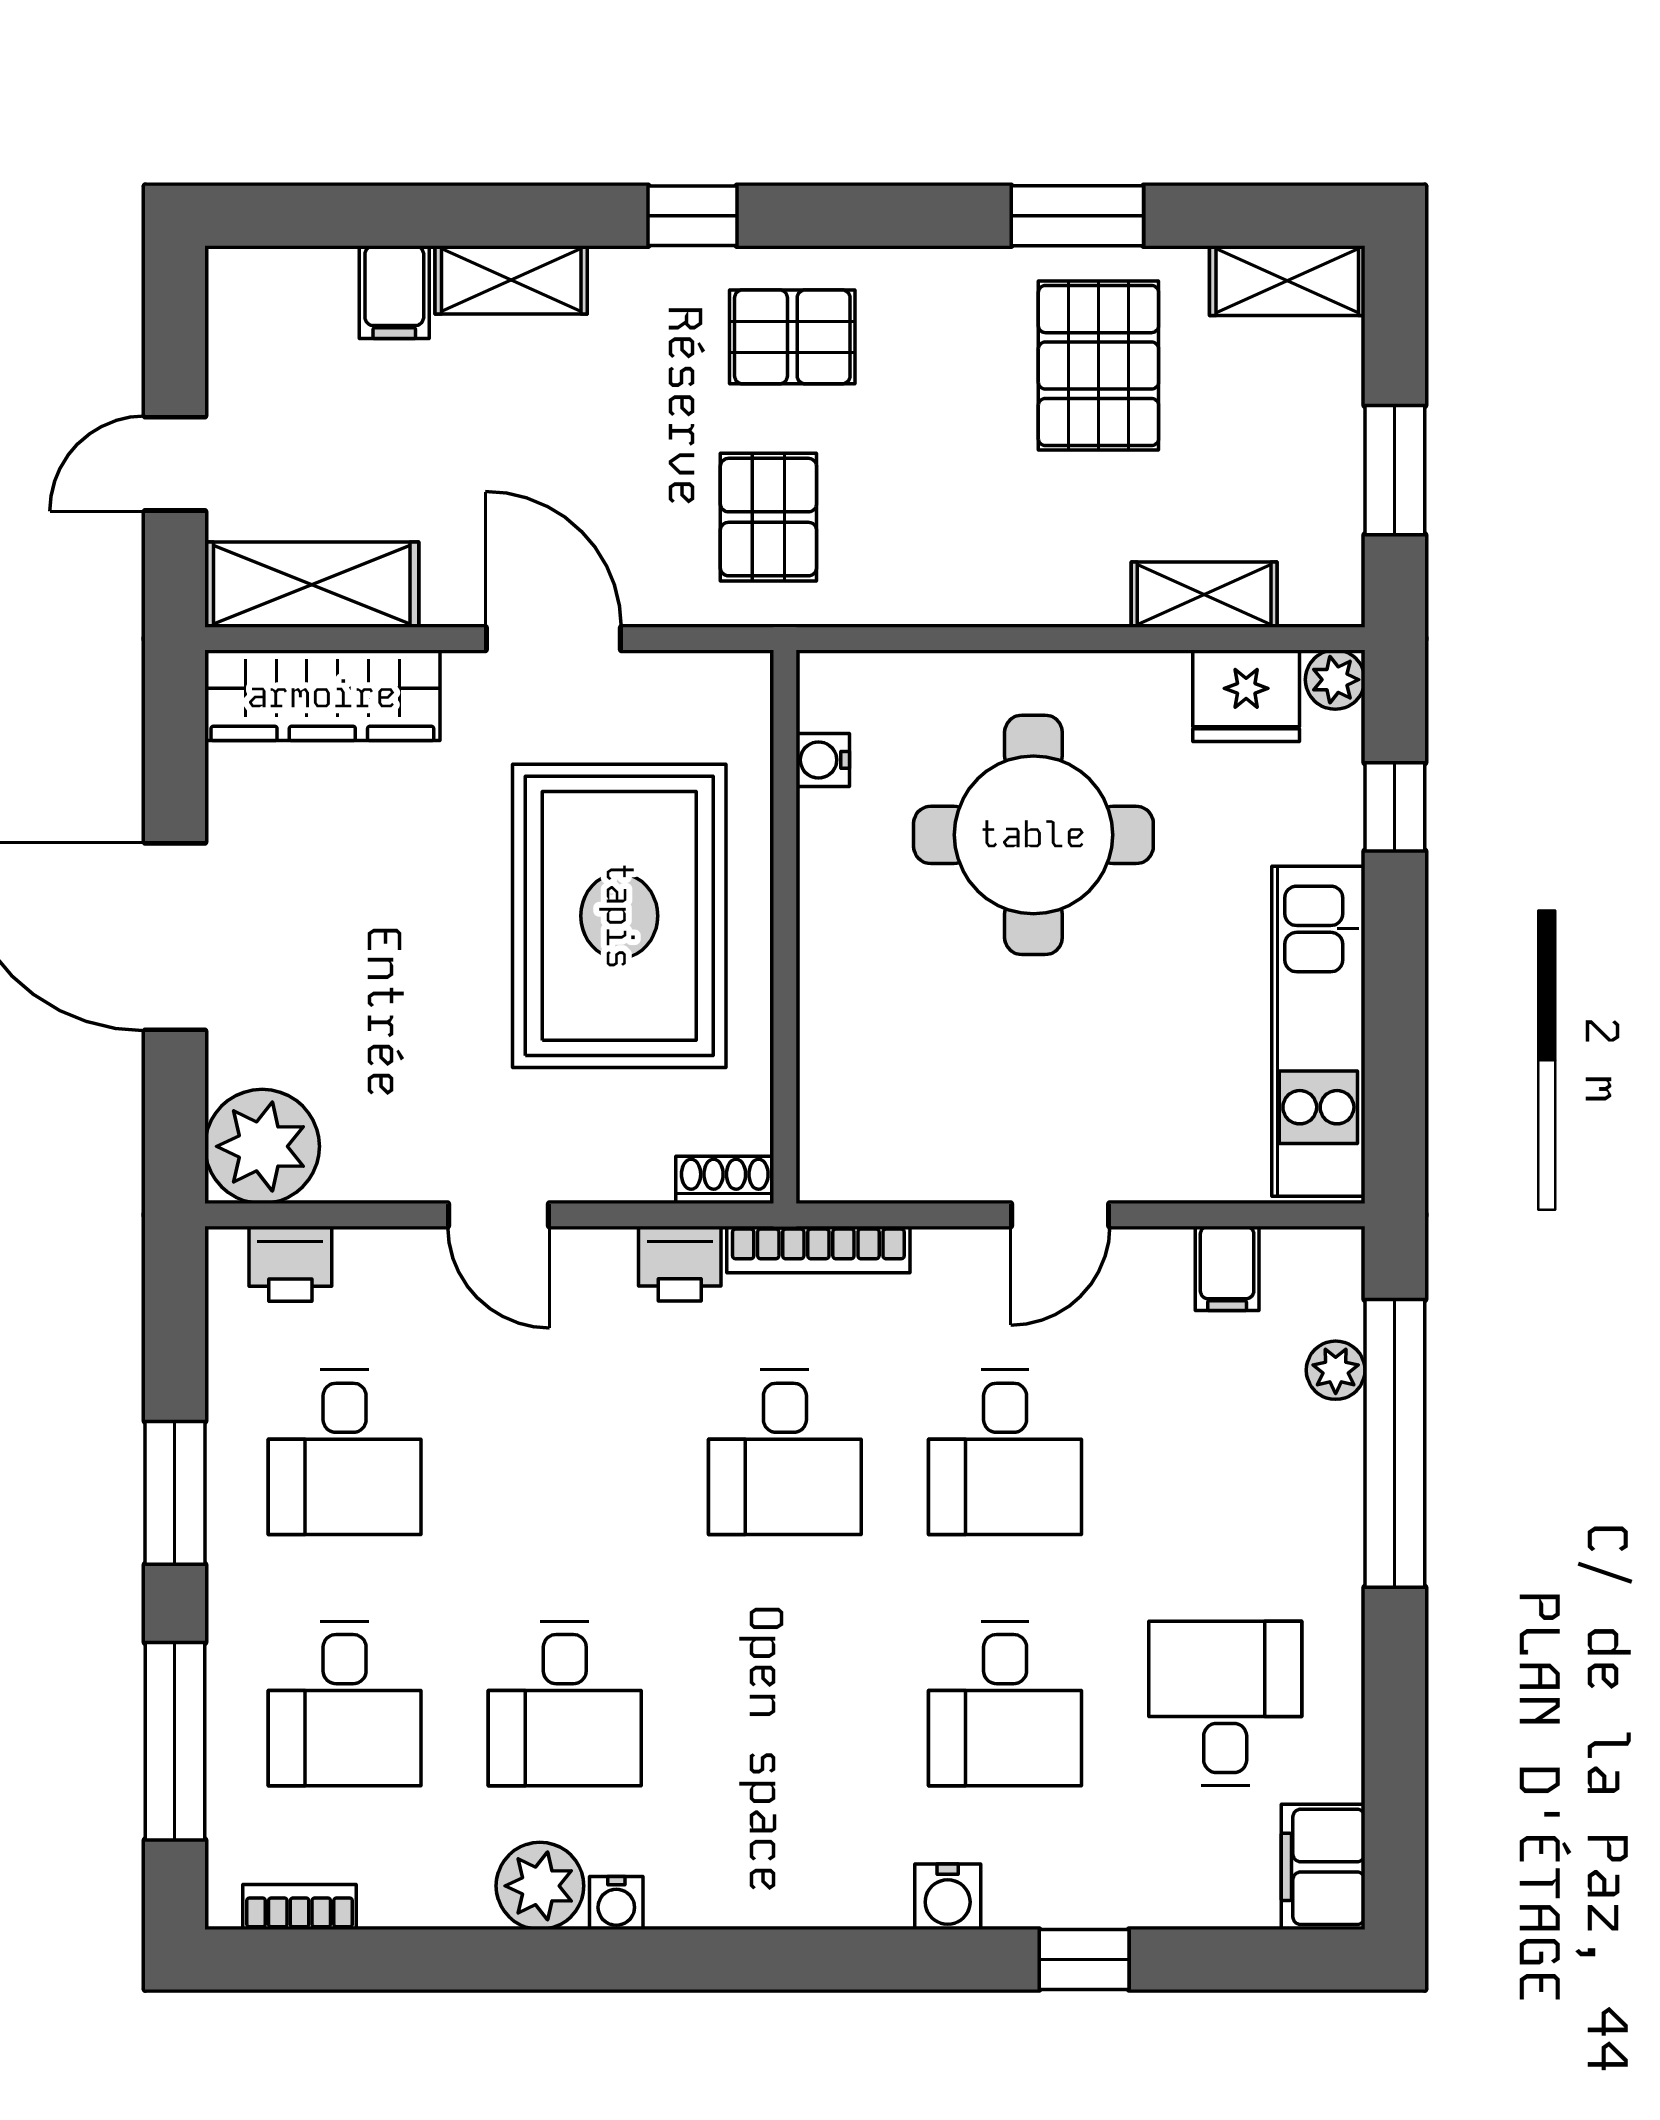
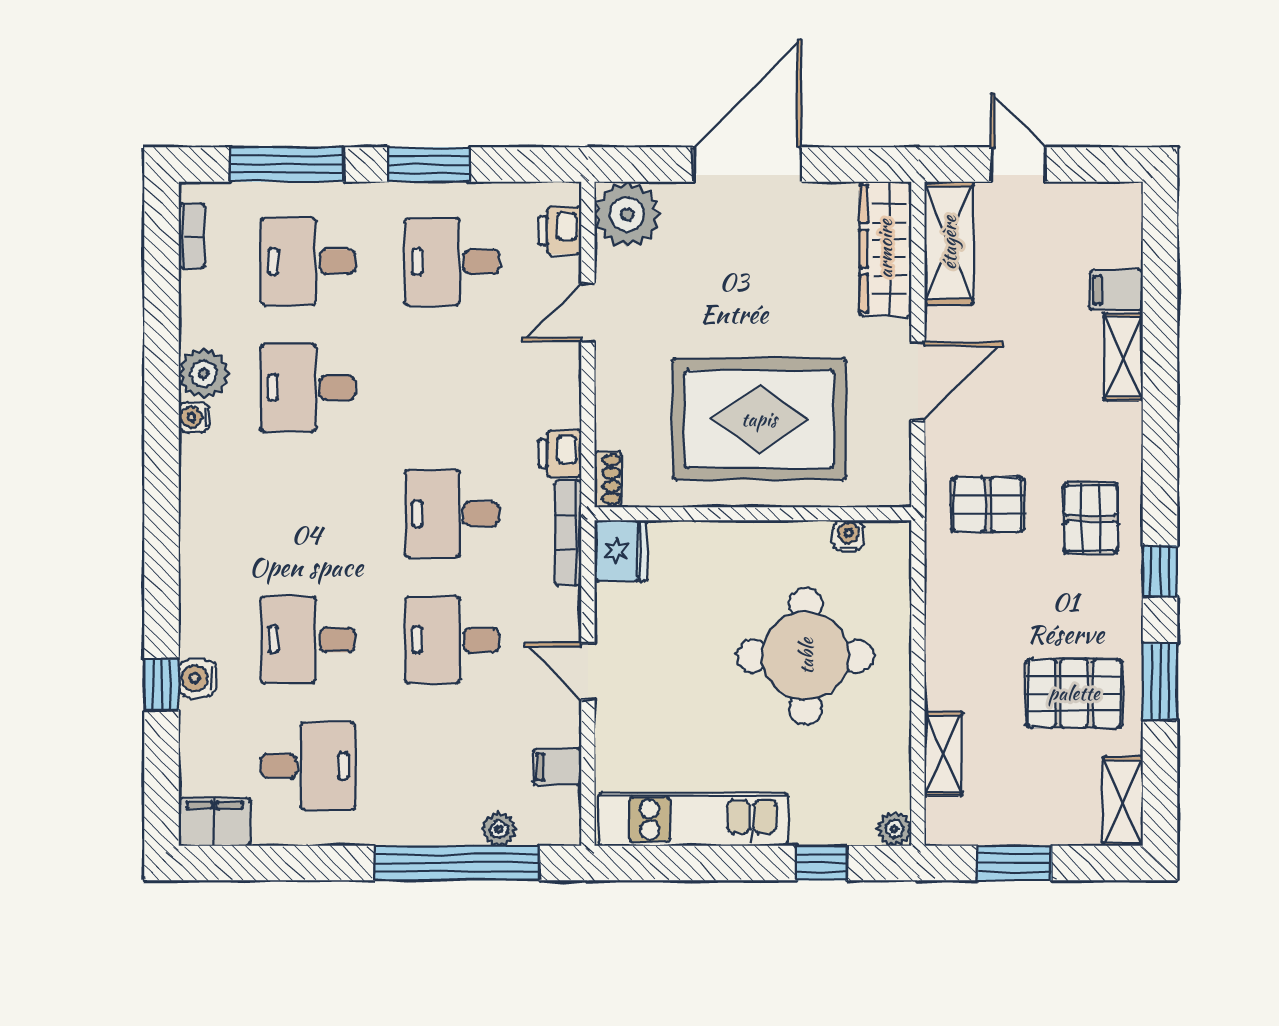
window: (692, 216) -> (1160, 571), moved
fridge: (1246, 696) -> (621, 551), moved, turned 180
door: (499, 1215) -> (588, 313), moved
water cooler: (948, 1897) -> (197, 678), moved

